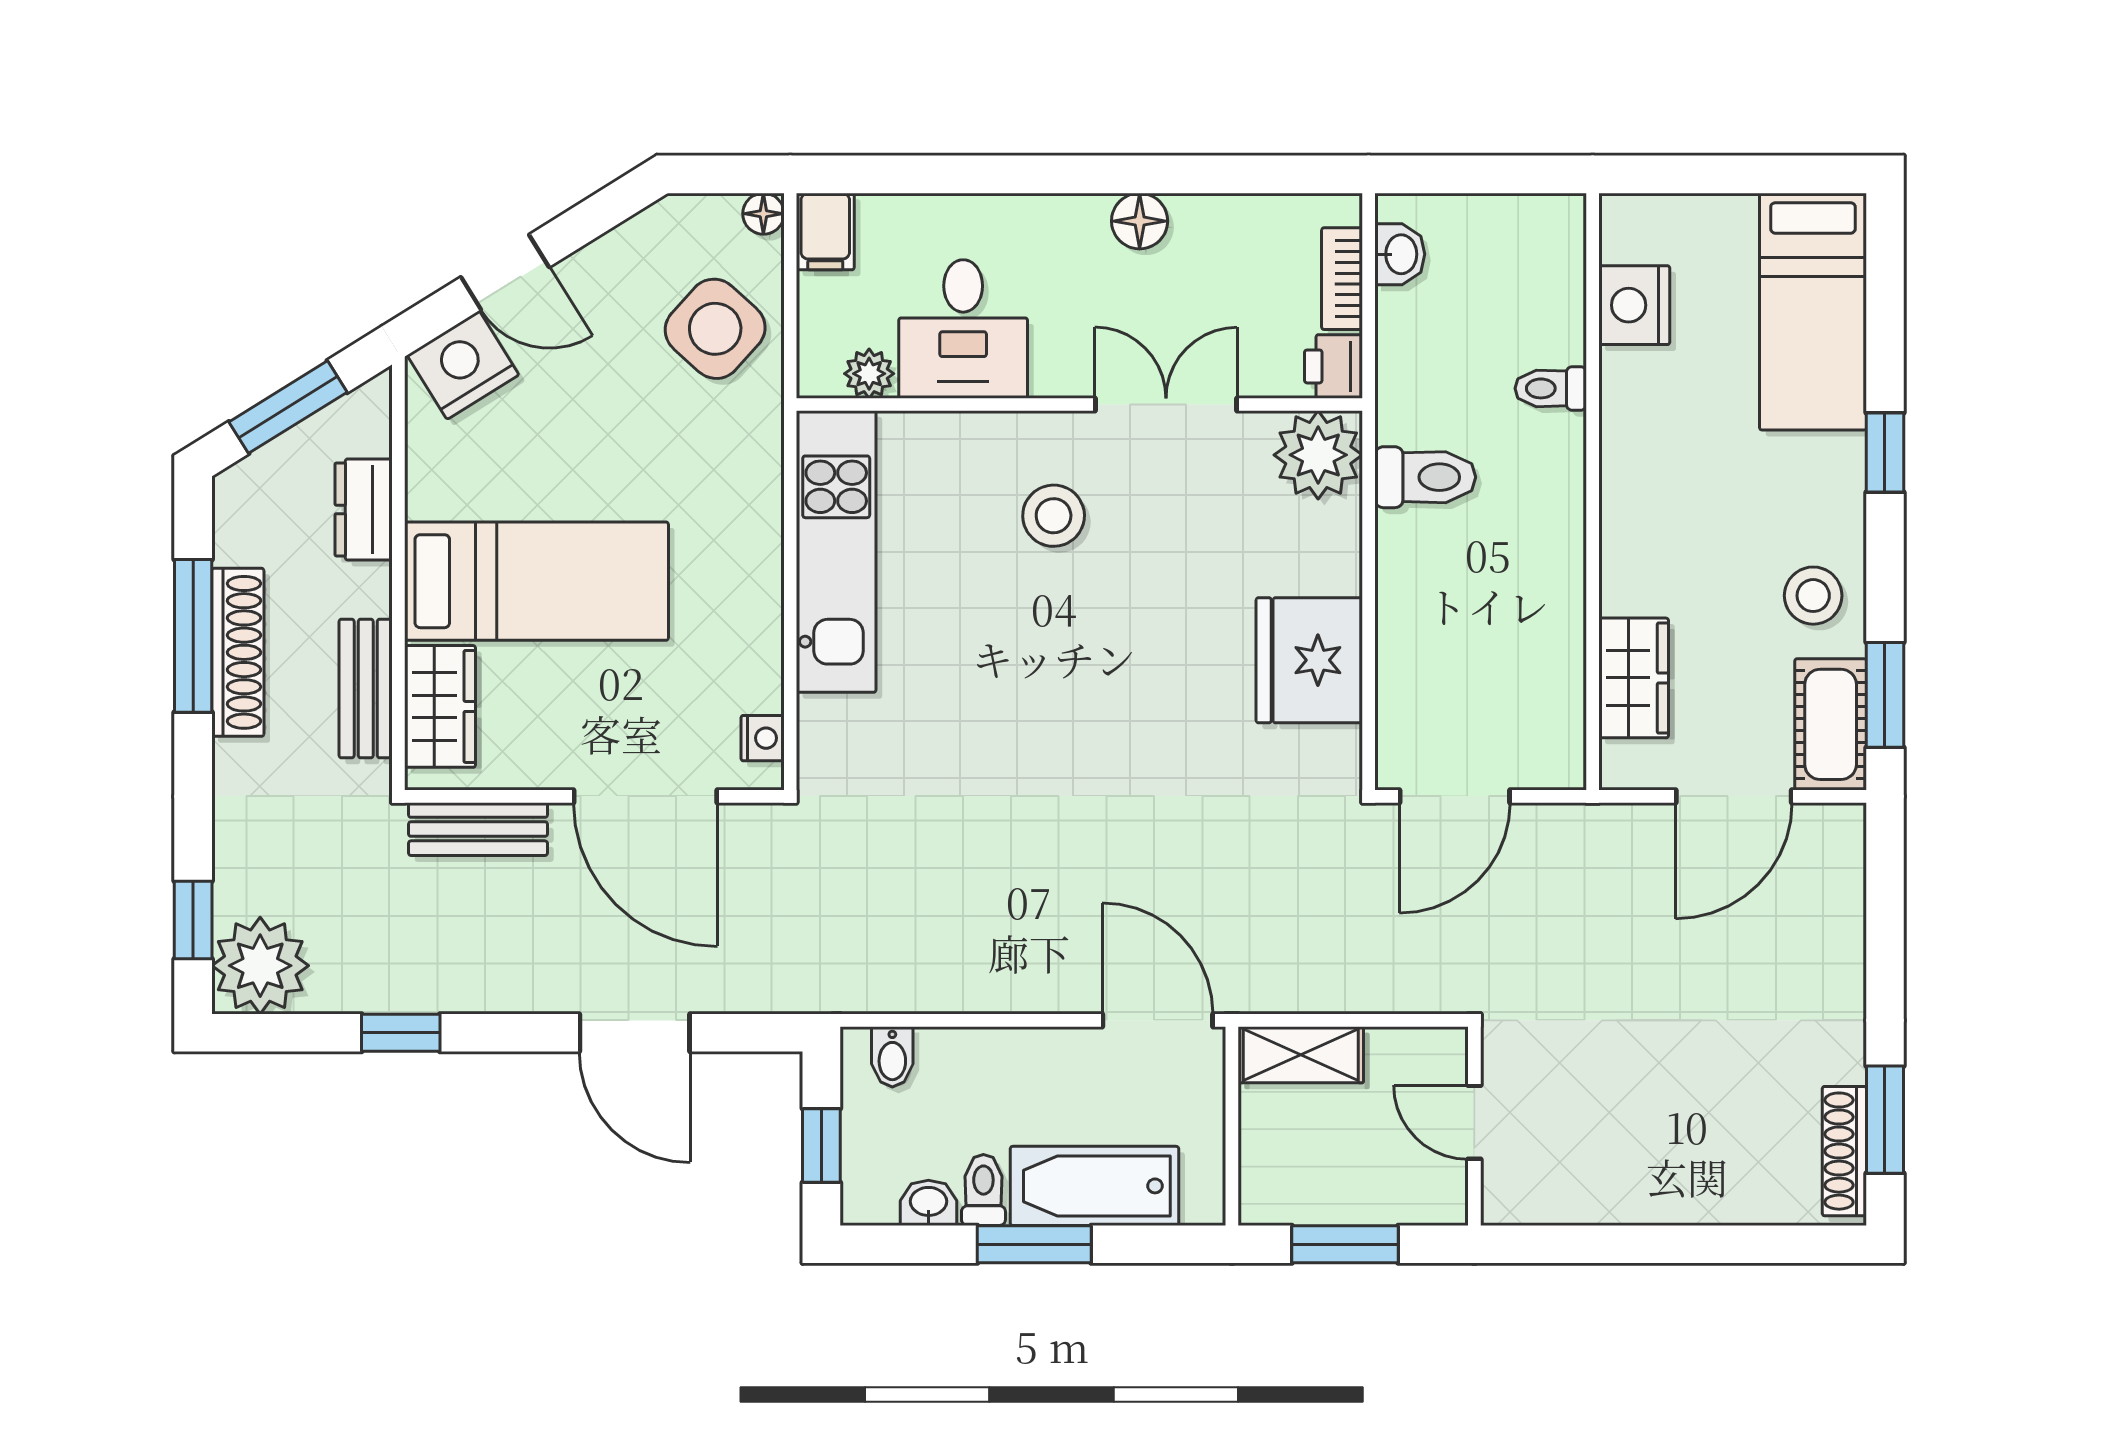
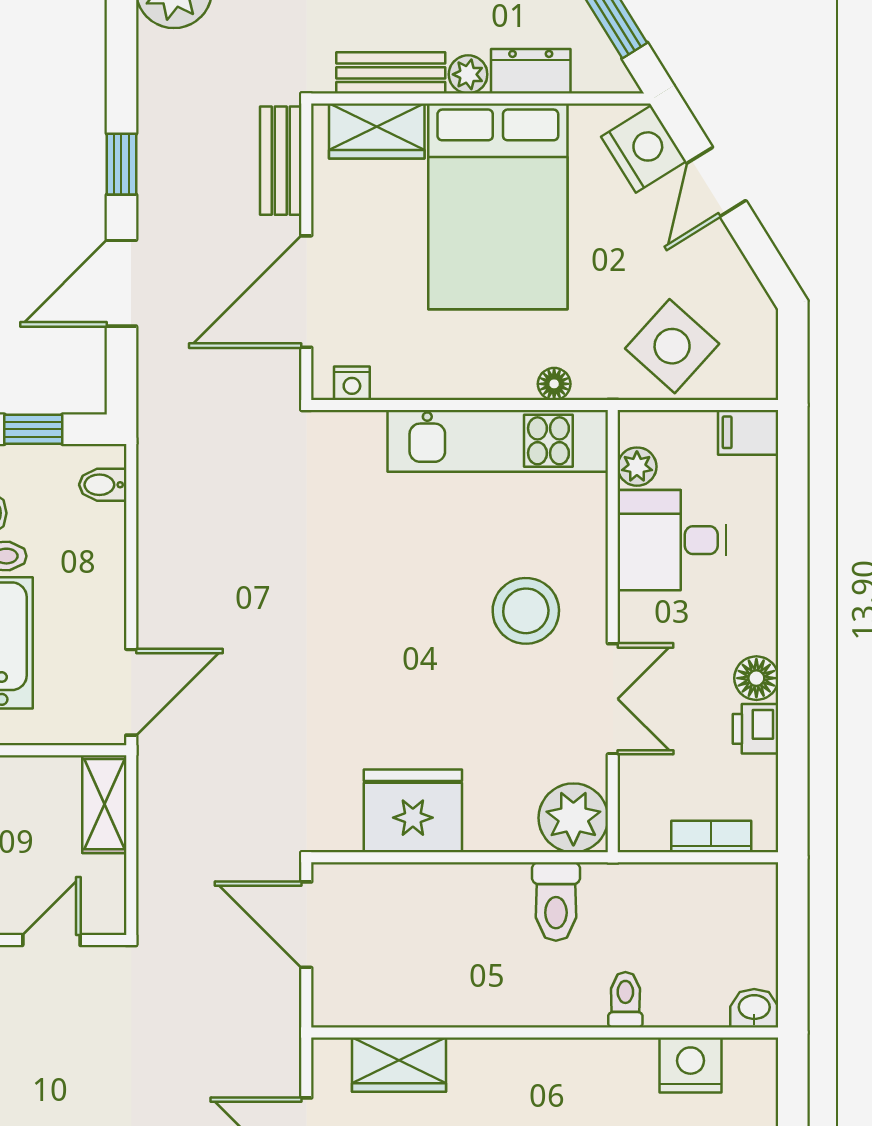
floor lamp: (763, 214) -> (554, 384), moved
washbasin: (1400, 254) -> (754, 1008), moved, turned 180
printer: (1334, 366) -> (756, 729), moved, turned -90
stool: (1054, 516) -> (526, 611), width x1.38, depth x1.38
bed: (536, 581) -> (498, 206), width x1.50
plant: (368, 590) -> (468, 74), added
window: (401, 1033) -> (121, 164), moved

